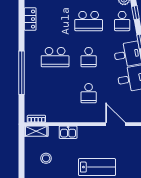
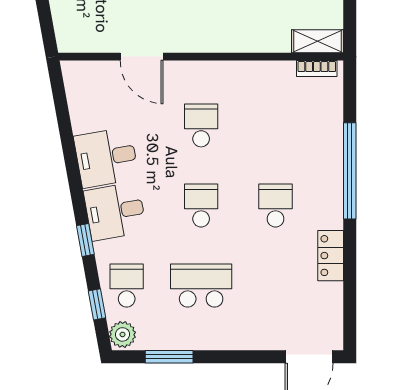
locker: (30, 19) -> (331, 256), moved
school desk: (55, 57) -> (275, 205), width x0.54
kitchen sink: (68, 132) -> (247, 39), removed

